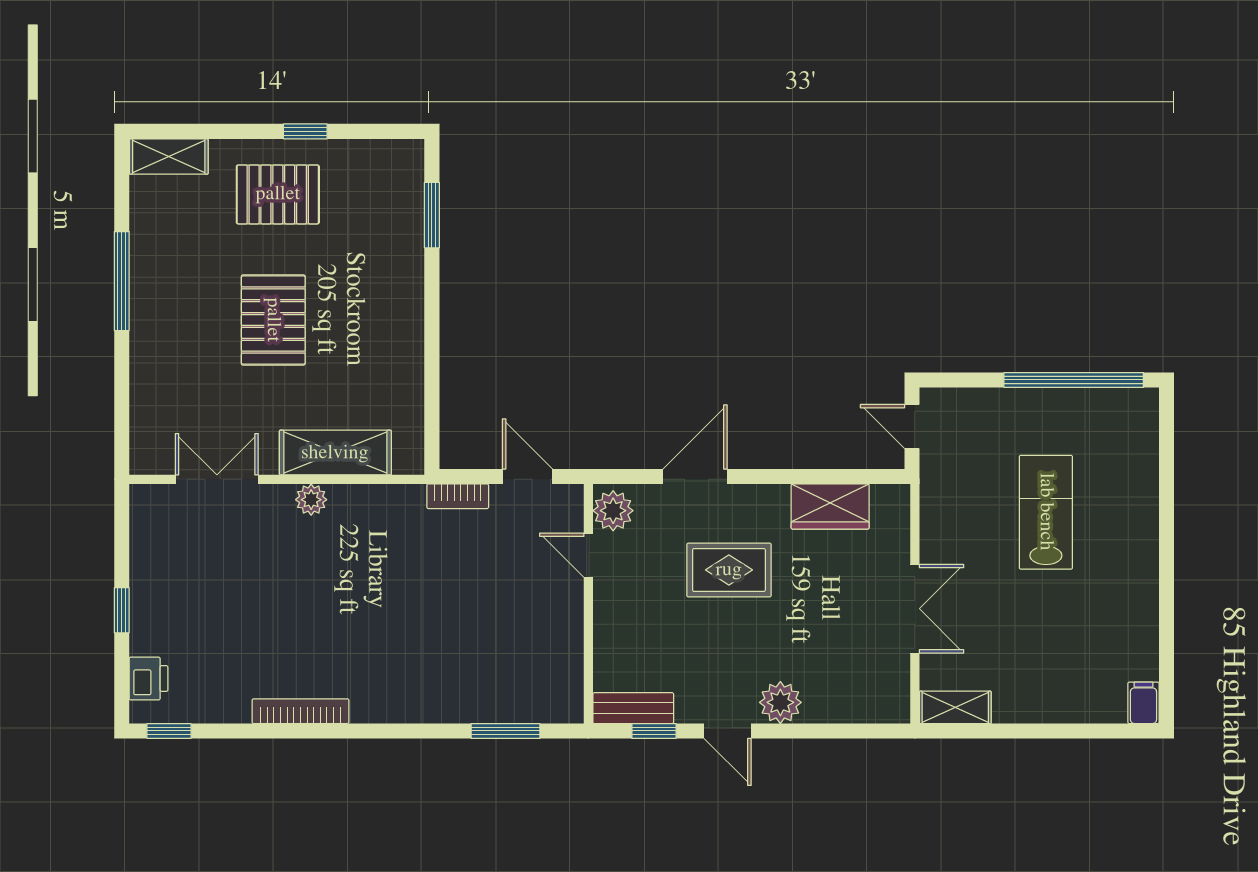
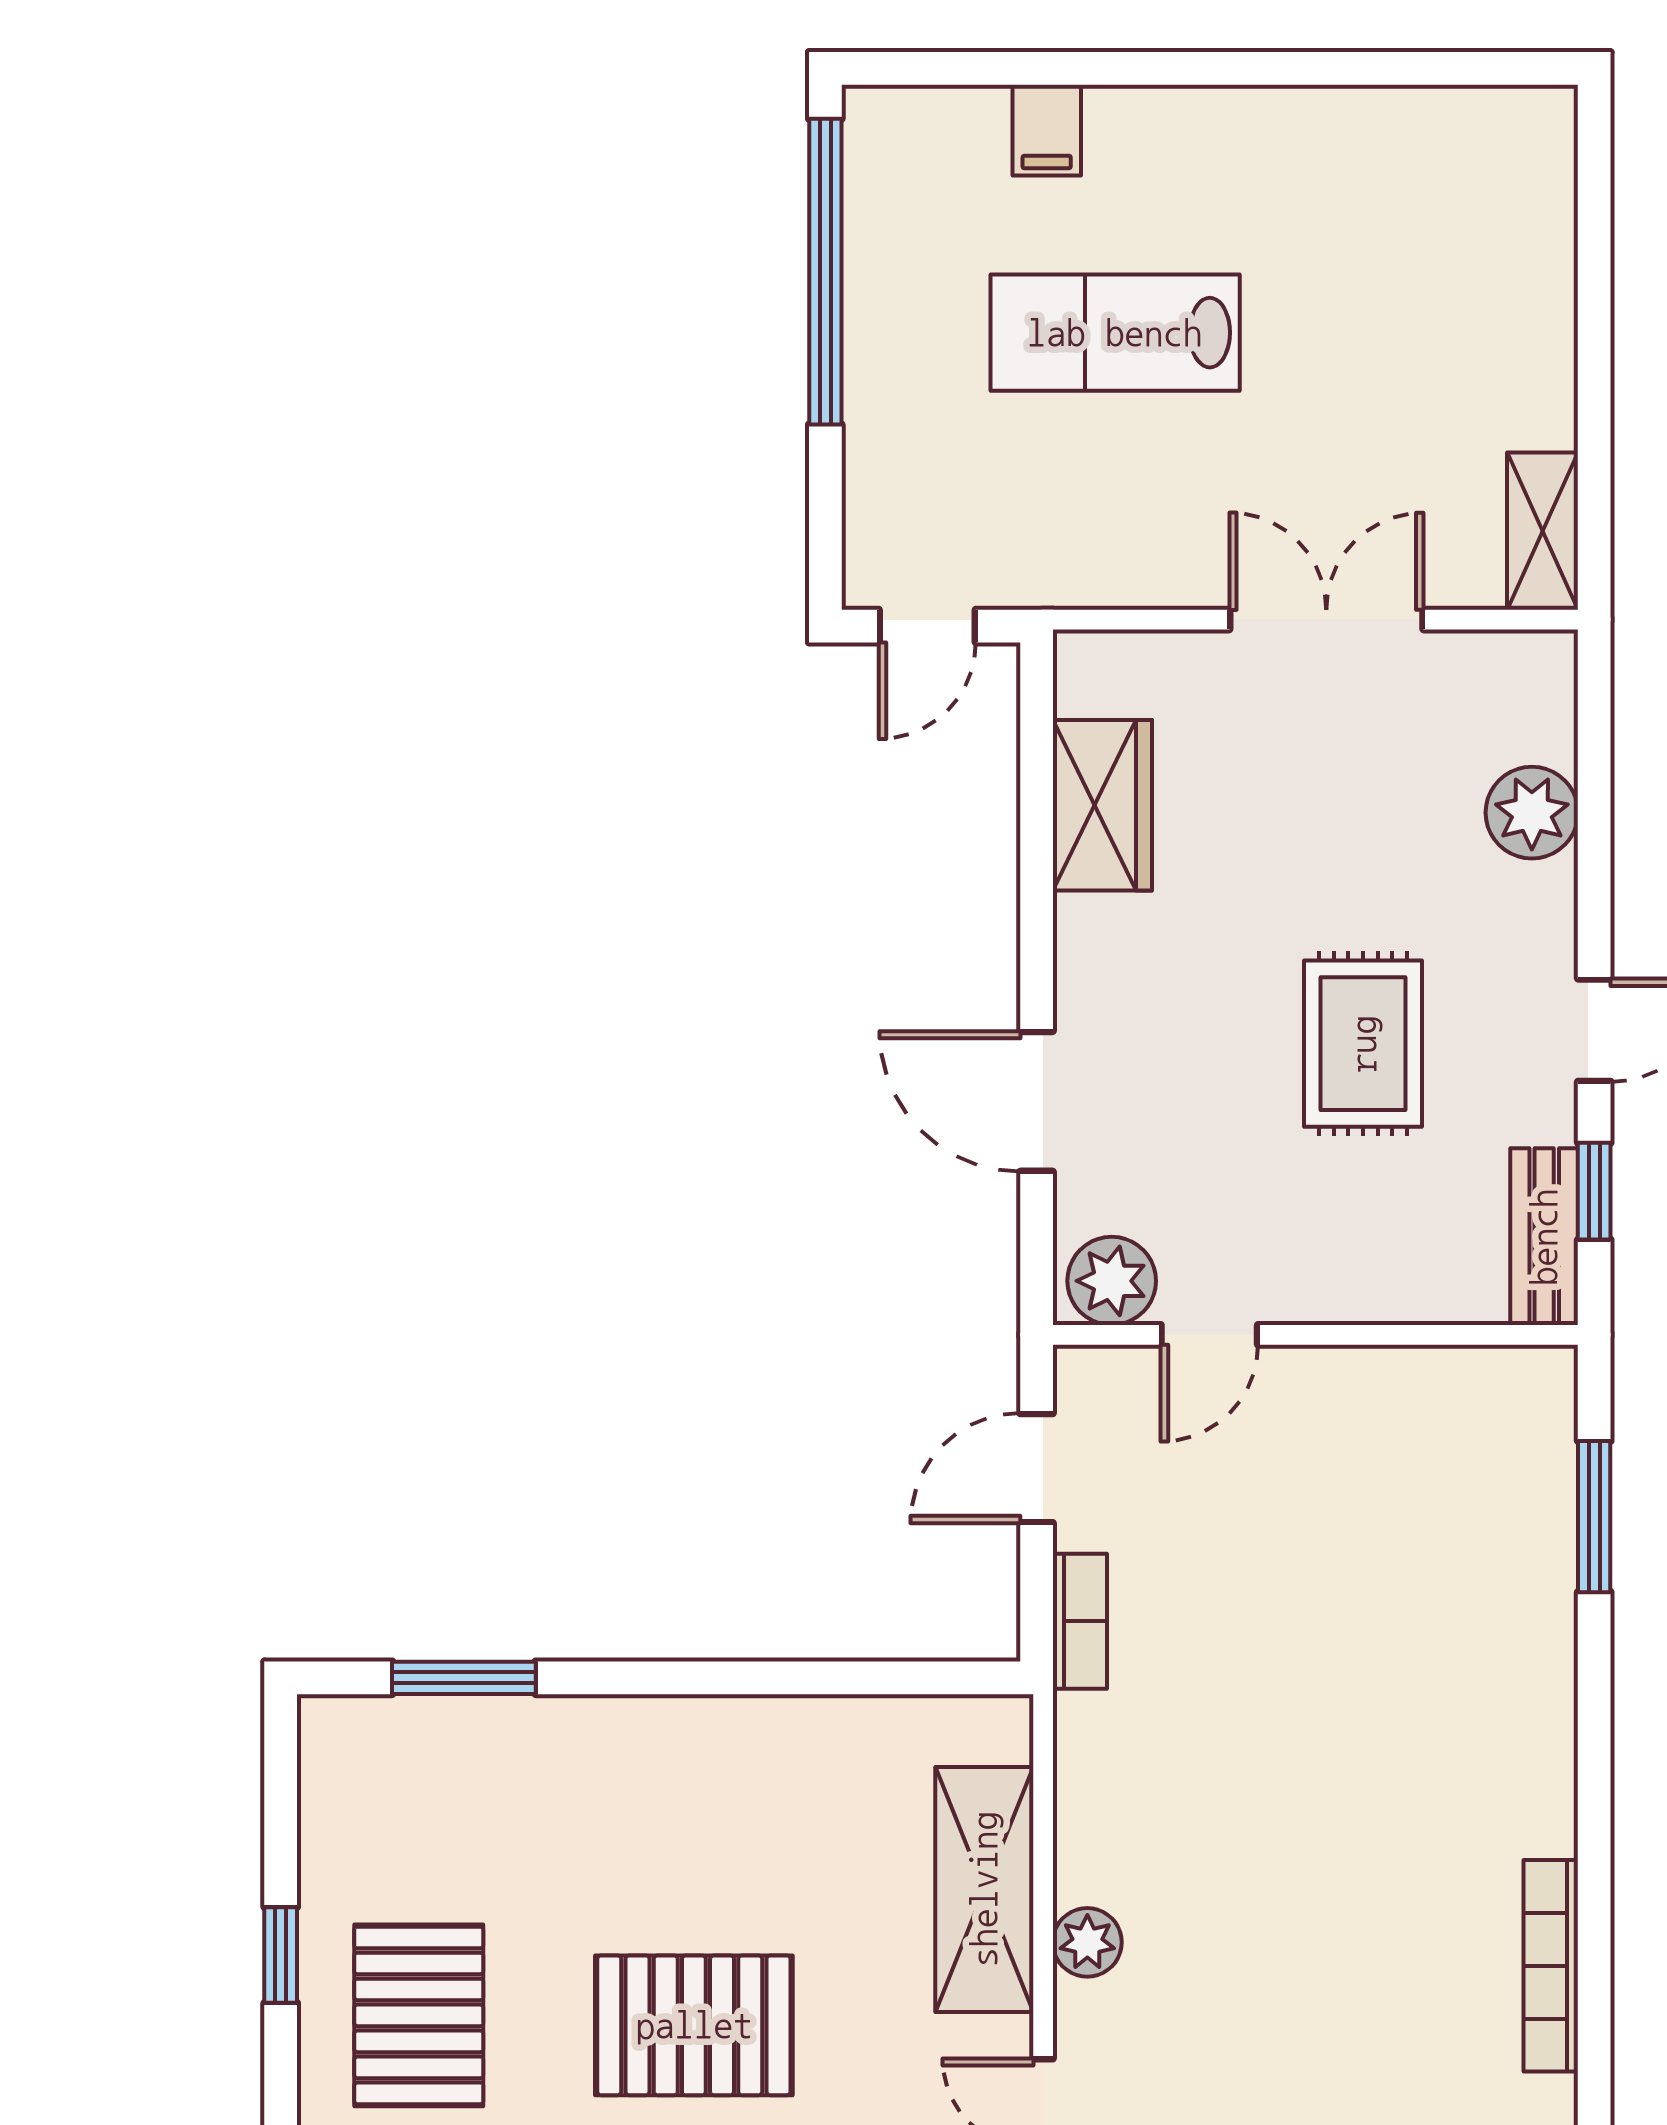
rug: (729, 570) -> (1363, 1044), moved
plant: (780, 702) -> (1532, 813), moved
filing cabinet: (1143, 703) -> (1047, 130), moved, turned -90

